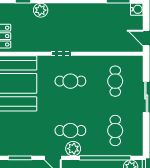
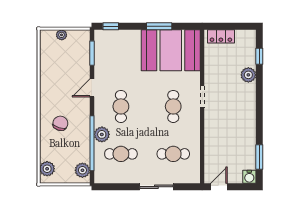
plant: (73, 149) -> (102, 134), moved

